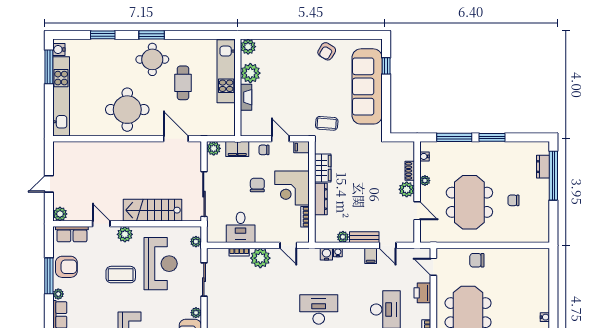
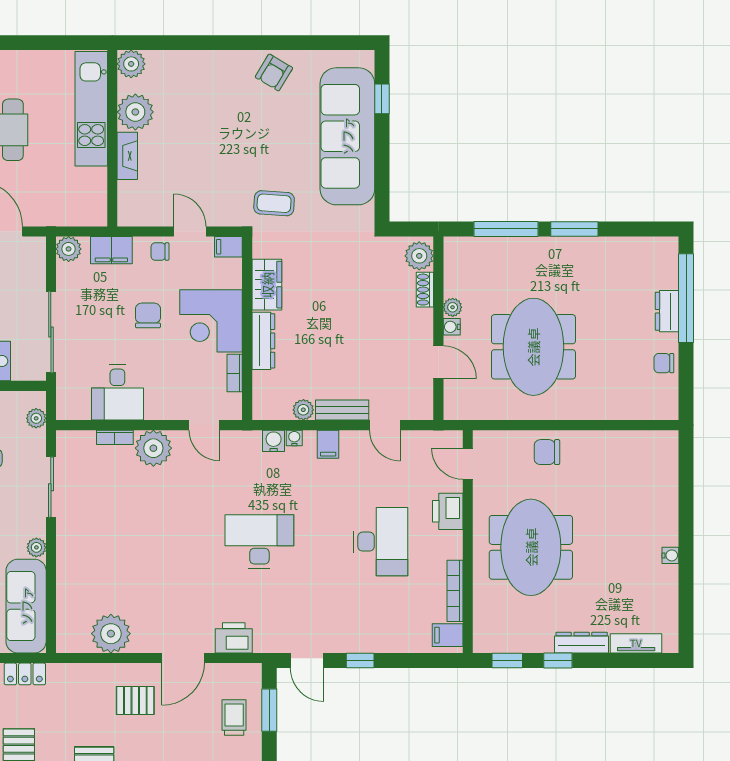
water cooler: (424, 156) -> (452, 327), moved
dresser: (543, 167) -> (667, 311), moved
plant: (407, 189) -> (419, 256), moved
chair: (514, 200) -> (664, 363), moved
filing cabinet: (371, 256) -> (328, 444), moved

